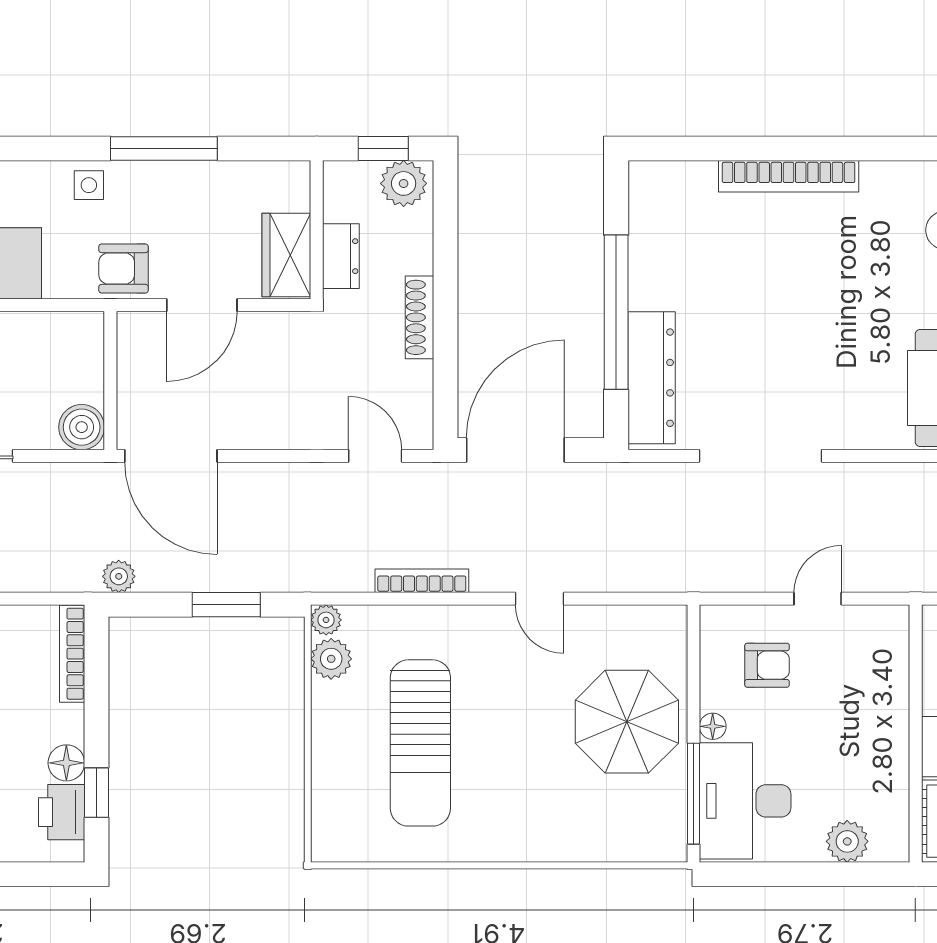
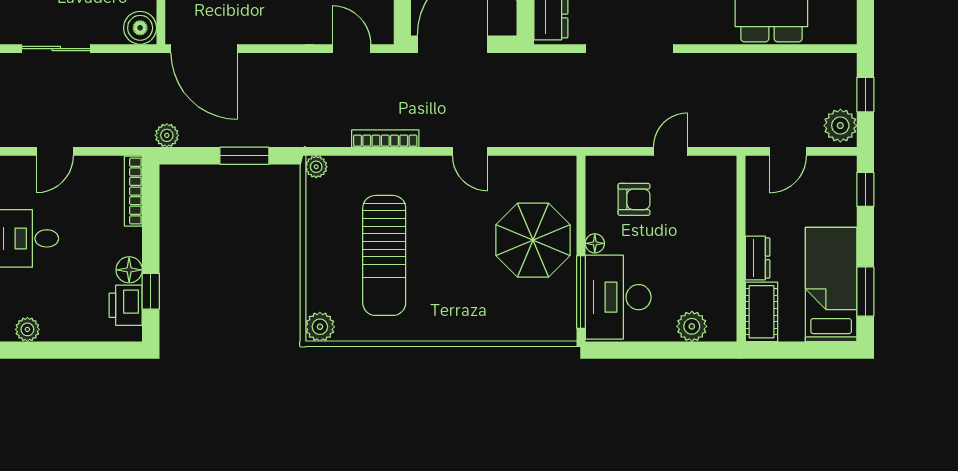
plant: (331, 659) -> (320, 327), moved

